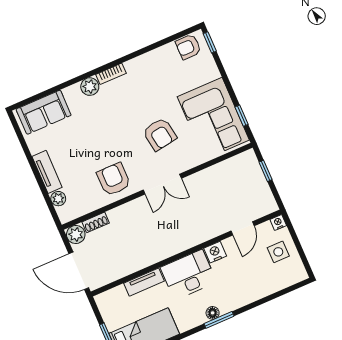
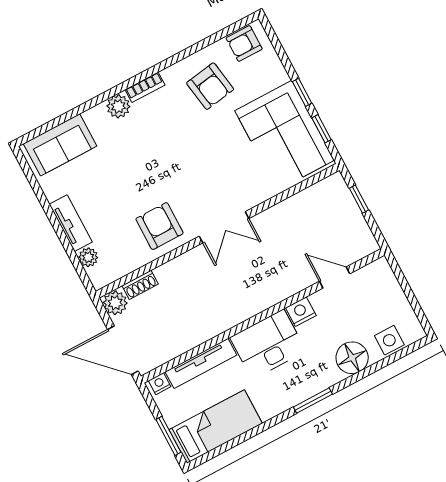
window: (210, 42) -> (302, 92), moved
armchair: (160, 134) -> (210, 86), moved
nightstand: (278, 222) -> (160, 384), moved
door: (243, 228) -> (335, 278), swing flipped
side table: (278, 252) -> (389, 340), moved
tv unit: (144, 282) -> (201, 363), width x1.41
floor lamp: (213, 313) -> (352, 358), moved, width x1.89, depth x1.89

